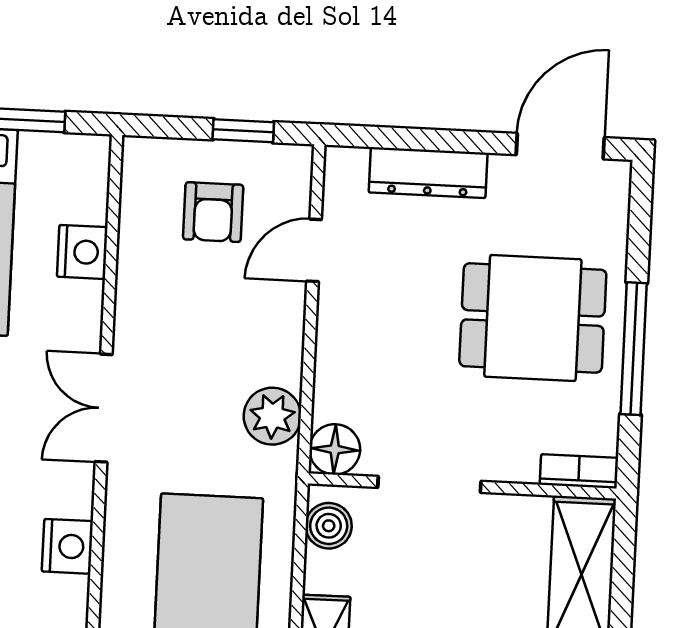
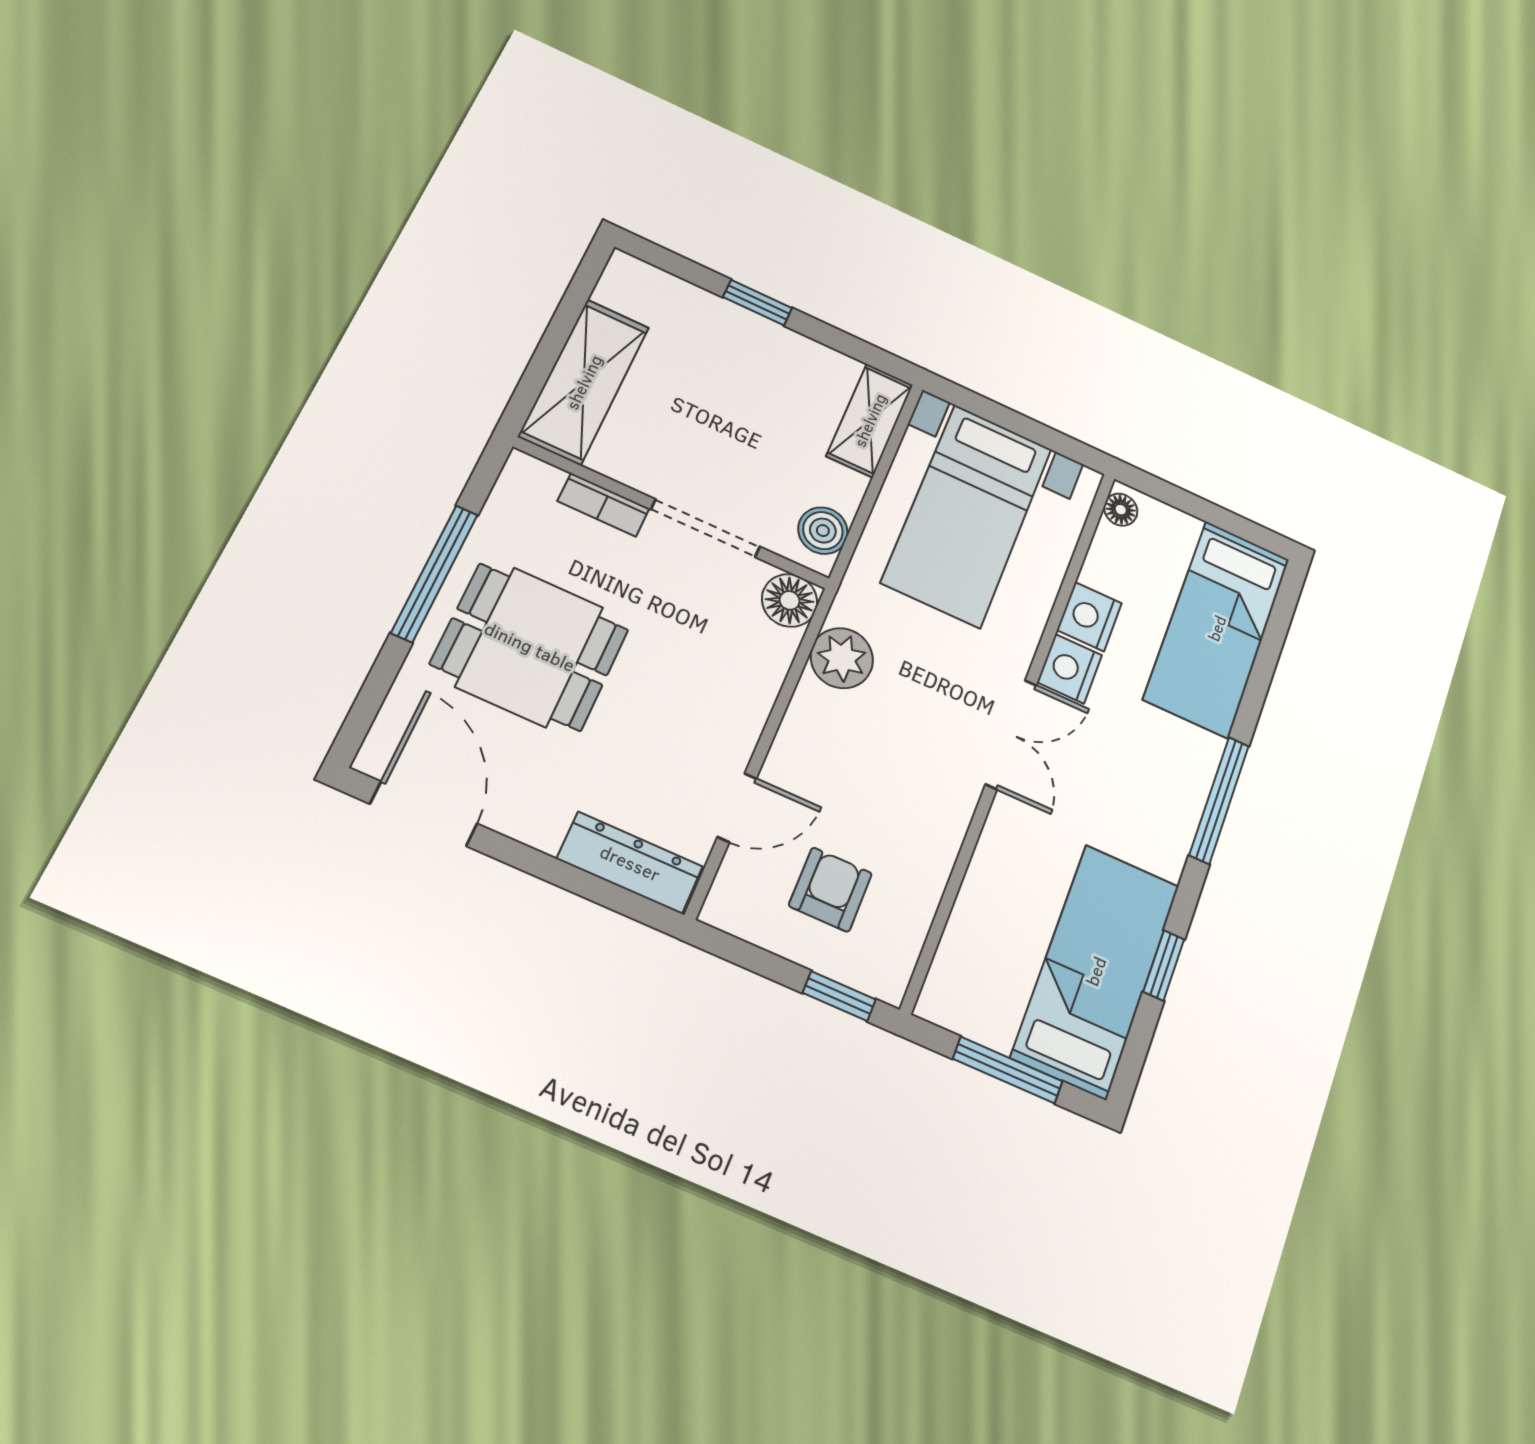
window: (243, 131) -> (839, 996), moved
door: (560, 146) -> (424, 814), swing flipped
dresser: (428, 173) -> (630, 863), moved
nightstand: (82, 252) -> (1069, 669), moved
bookcase: (579, 471) -> (604, 505), moved

